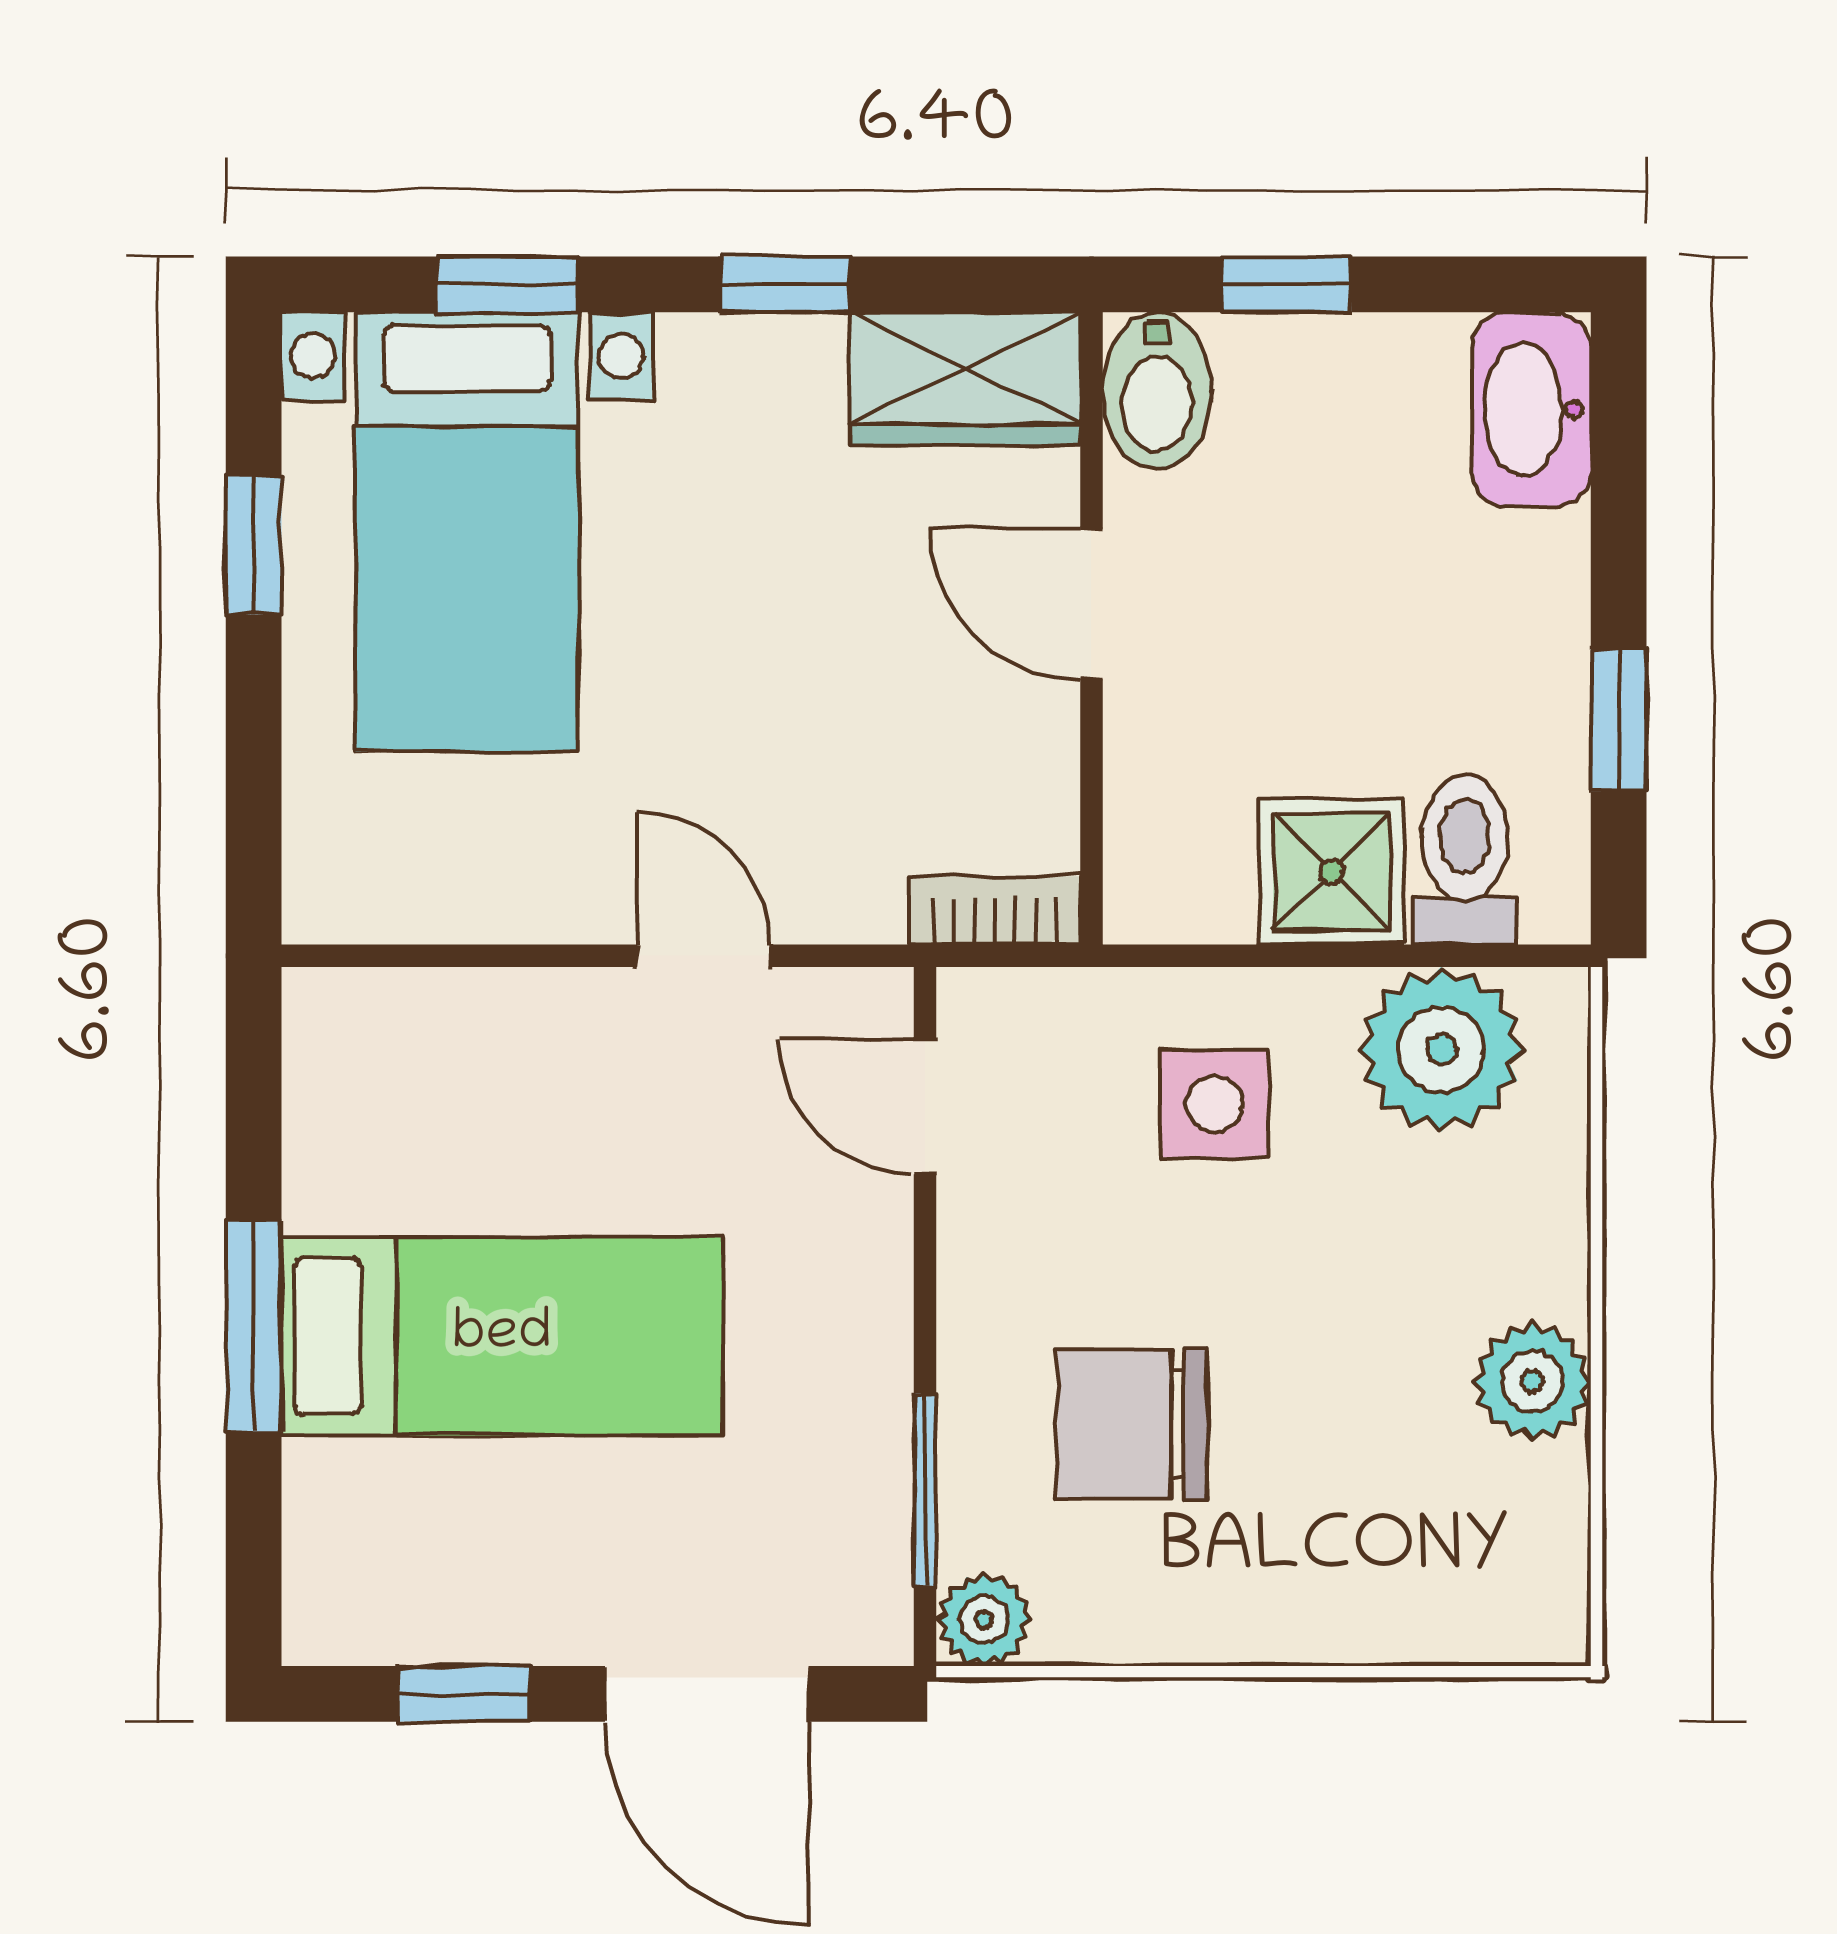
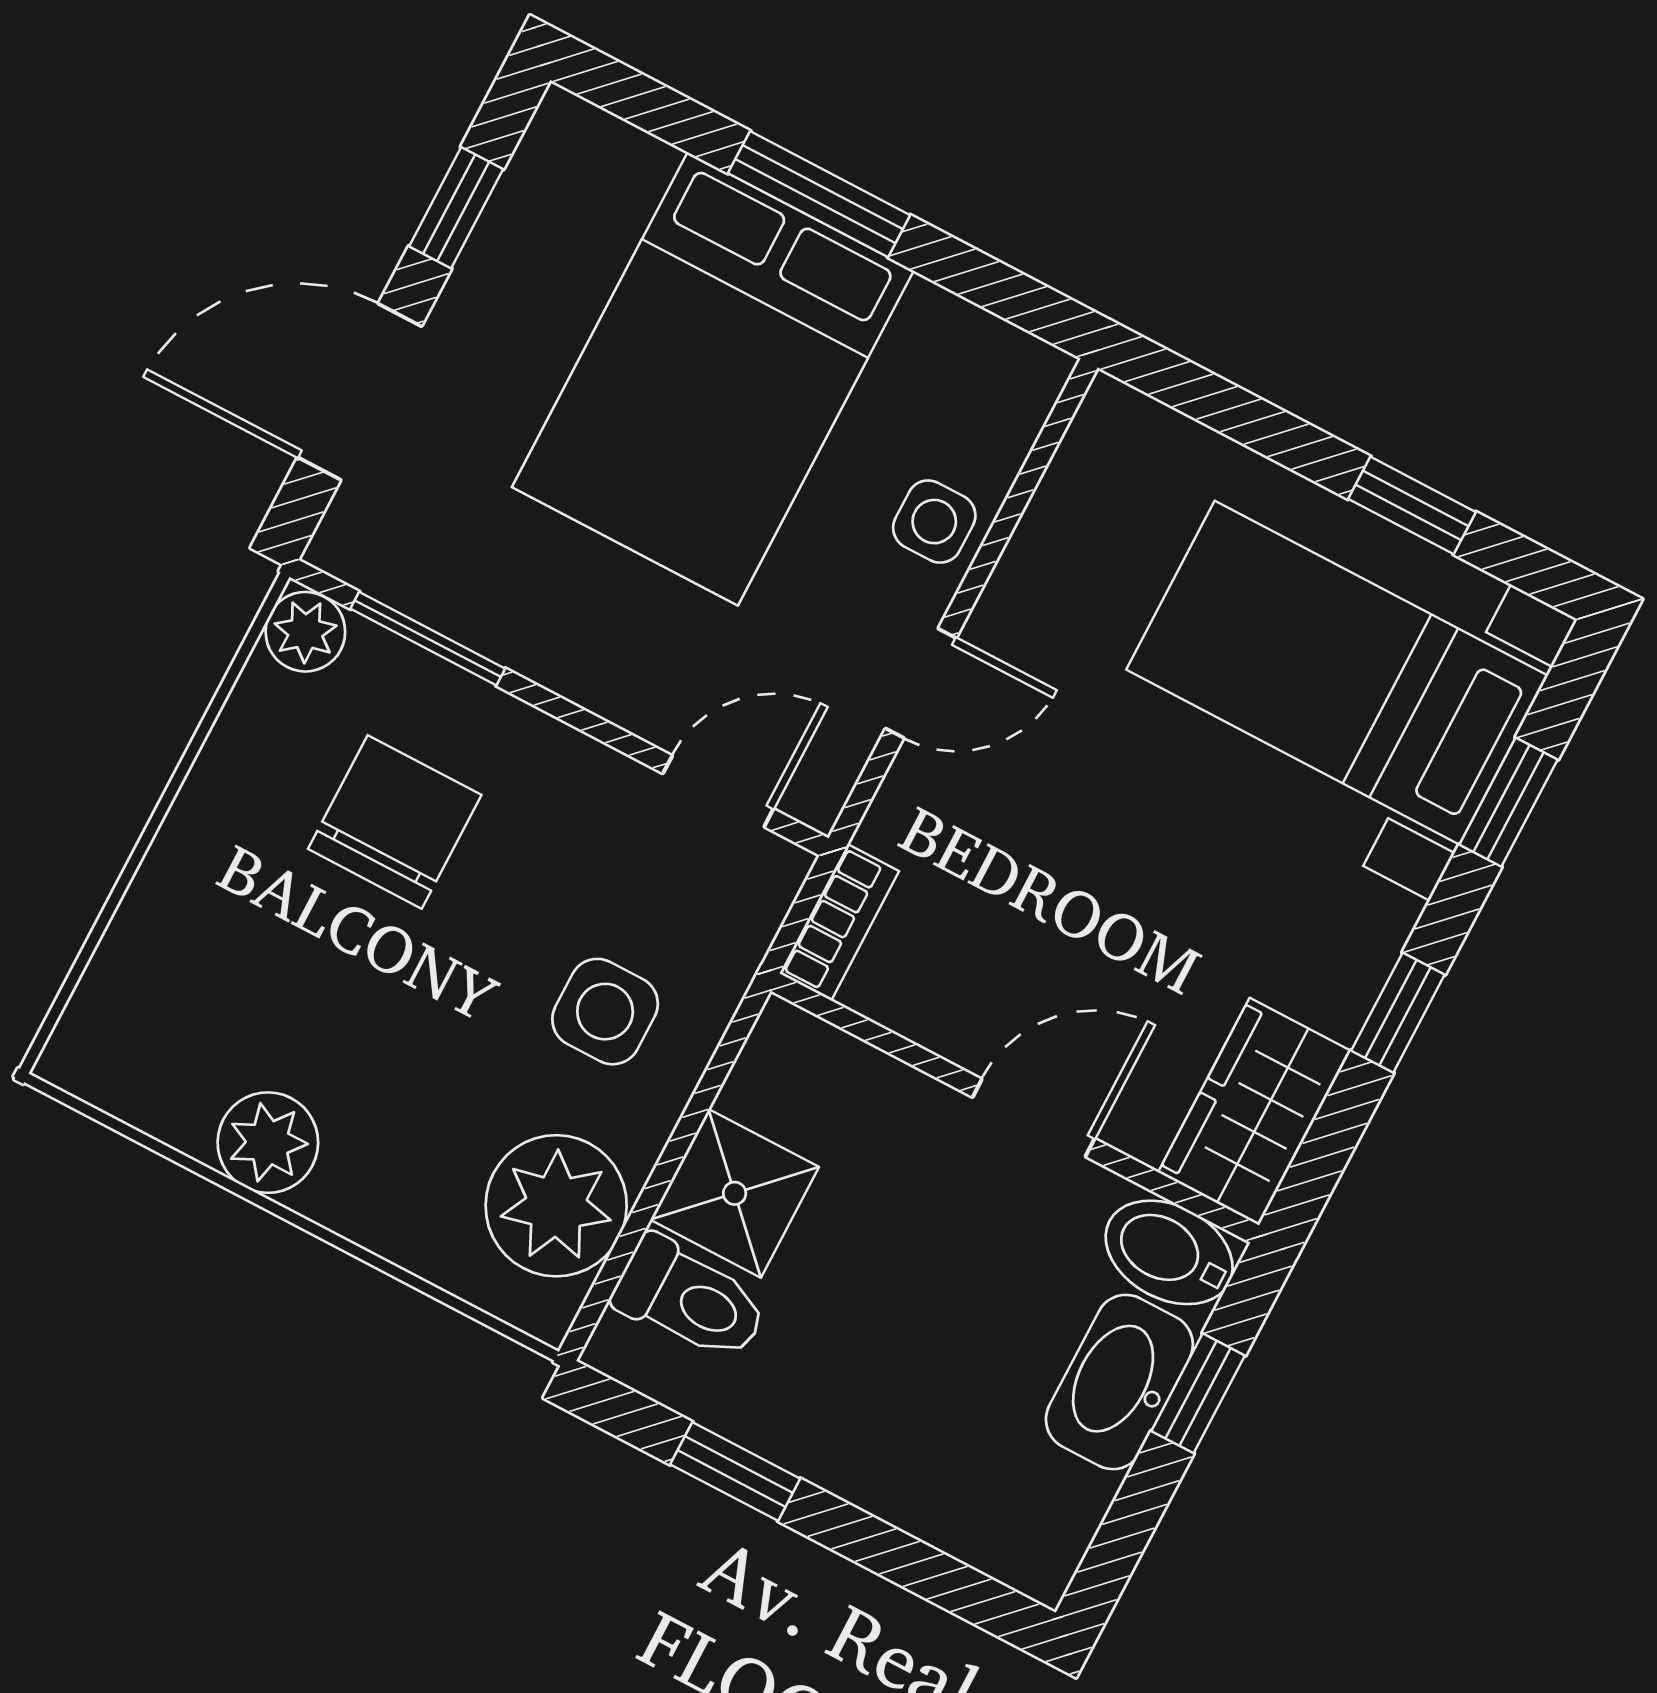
washbasin: (1531, 410) -> (1119, 1382), moved, turned -90
side table: (529, 1030) -> (934, 522), added
bed: (502, 1336) -> (713, 379), width x1.50

